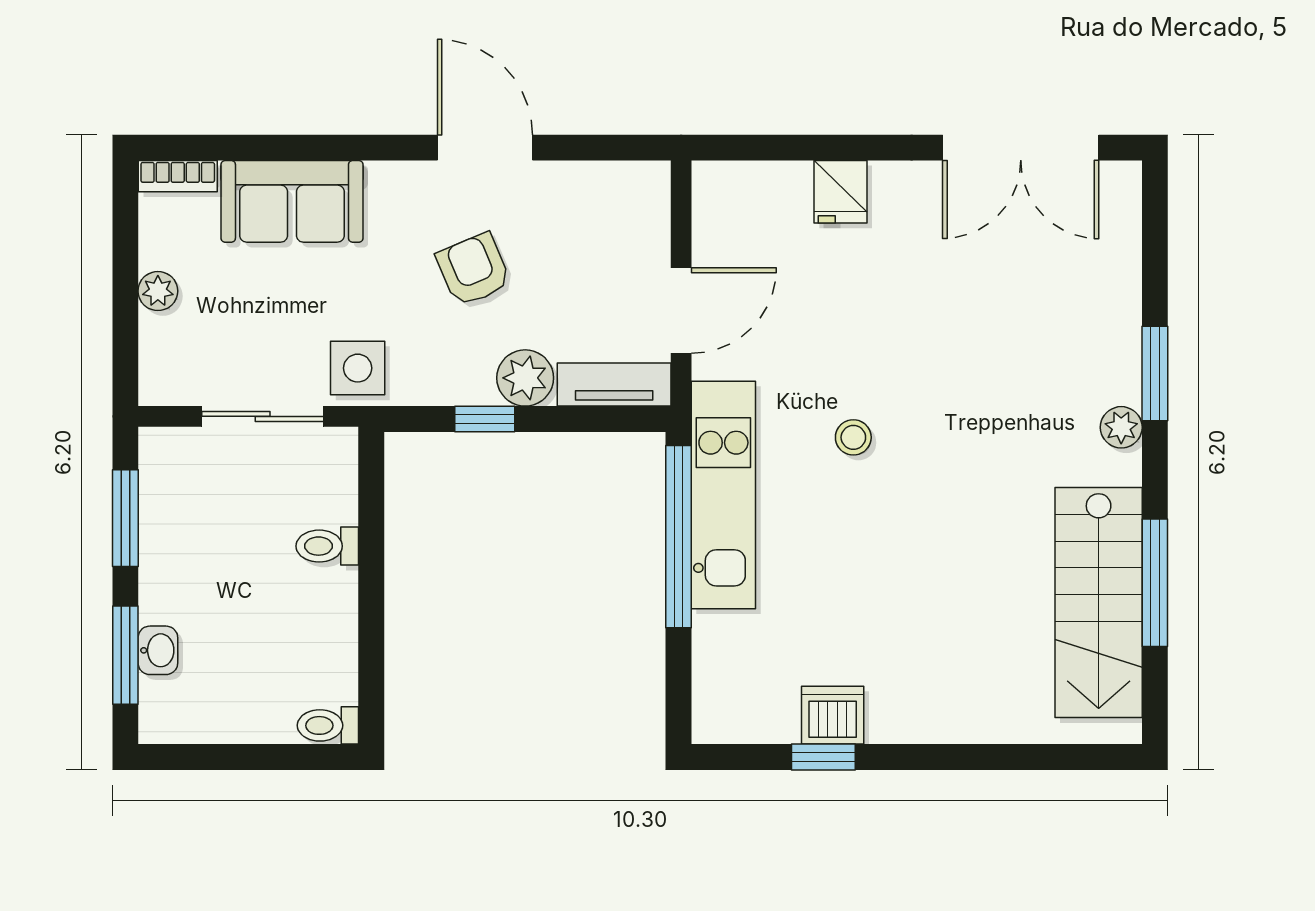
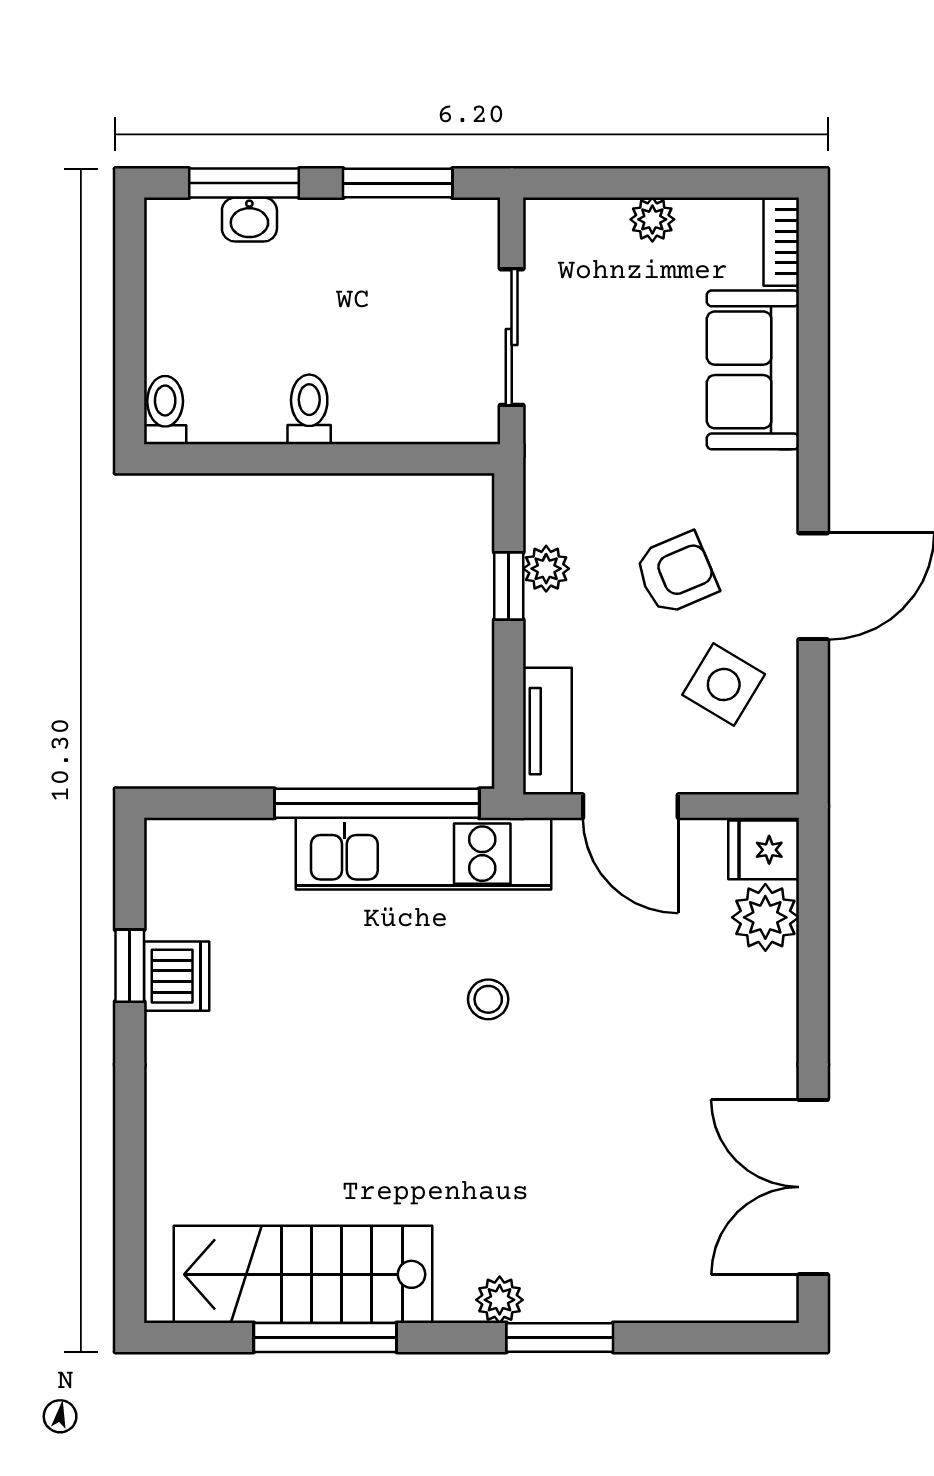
plant: (780, 190) -> (765, 917), added
fridge: (840, 192) -> (764, 850), moved
side table: (358, 368) -> (724, 685), moved, turned 31
plant: (525, 378) -> (546, 569), moved, width x0.73, depth x0.73
toilet: (327, 546) -> (309, 409), moved

